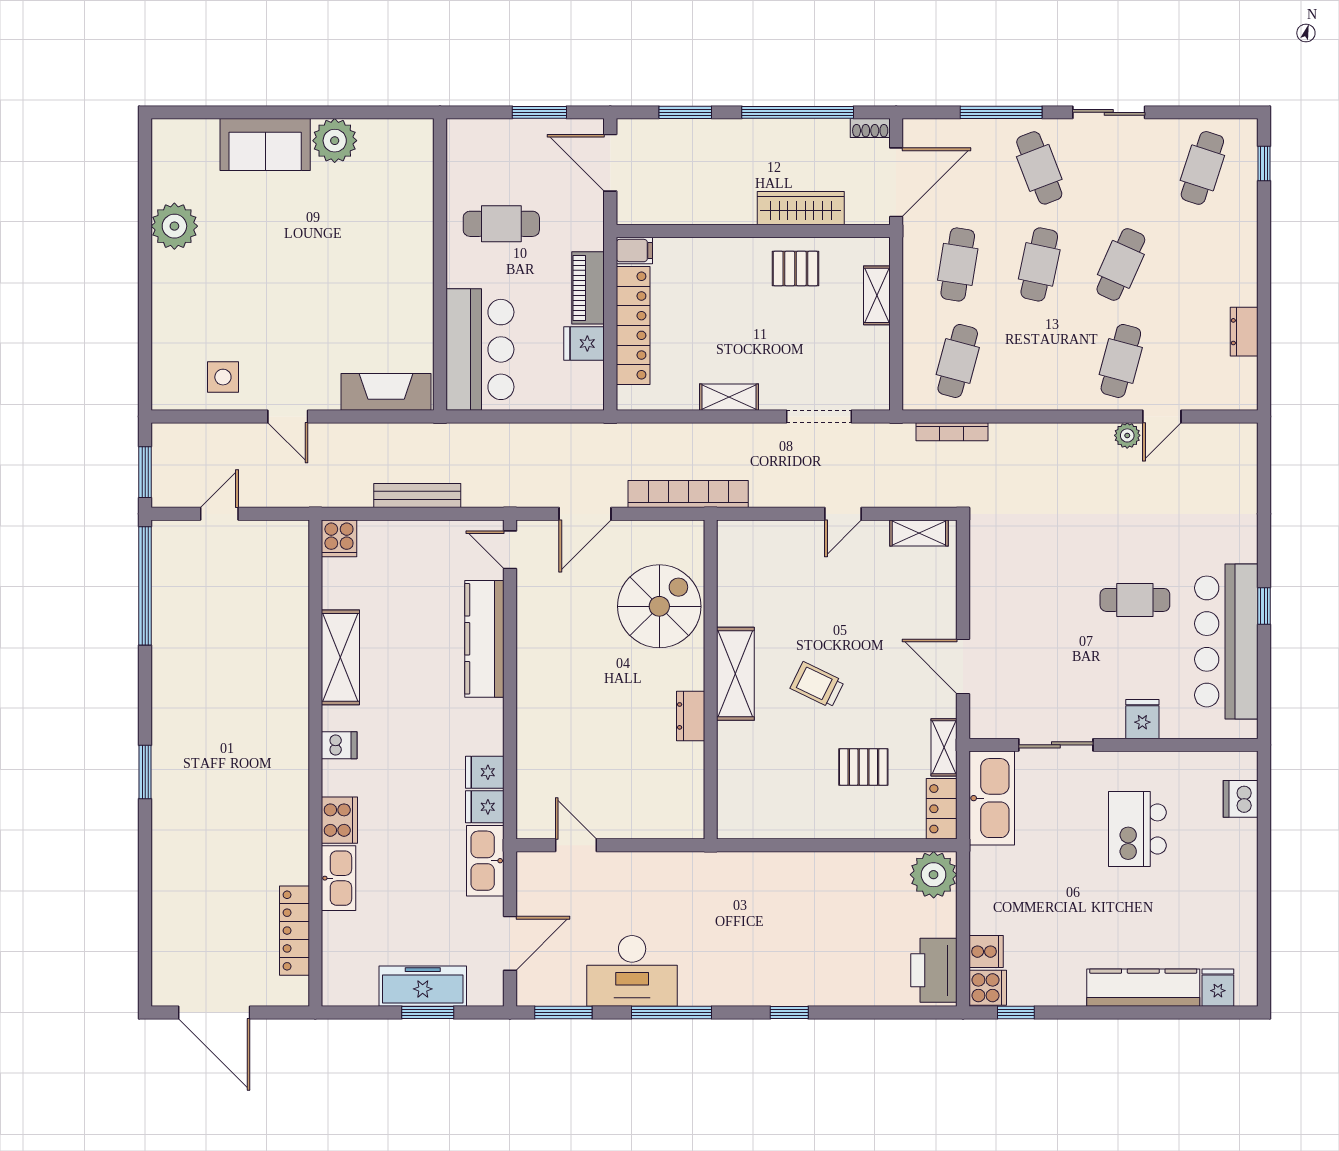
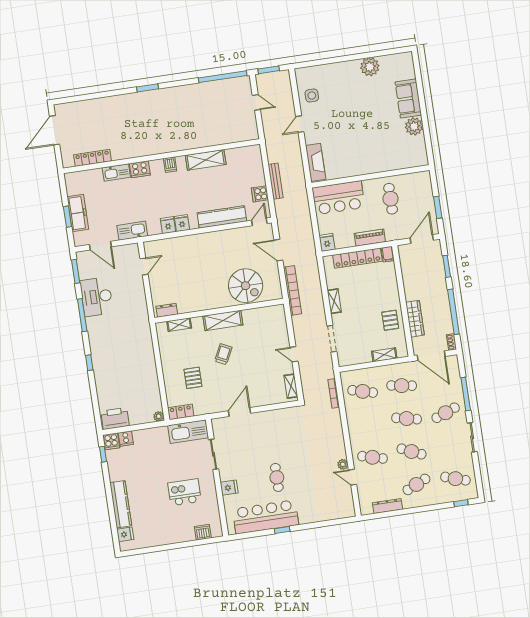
cafe table: (1202, 264) -> (416, 484), added
dresser: (1244, 332) -> (387, 506), width x1.44
fridge: (584, 344) -> (327, 242), moved
cooker: (339, 538) -> (260, 194), moved
dresser: (691, 716) -> (167, 310), moved
shelving: (944, 747) -> (179, 325), moved
fridge: (485, 807) -> (182, 223), moved
plant: (934, 875) -> (159, 416), width x0.53, depth x0.53

